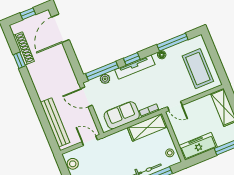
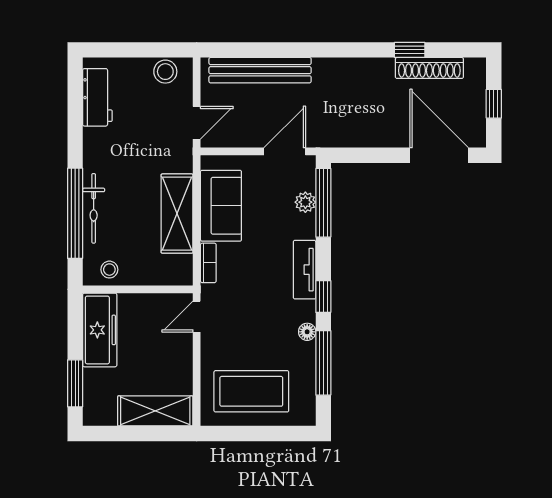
window: (132, 59) -> (323, 297), moved
tv unit: (135, 67) -> (305, 270), width x0.71
shelving: (147, 127) -> (177, 214), moved

